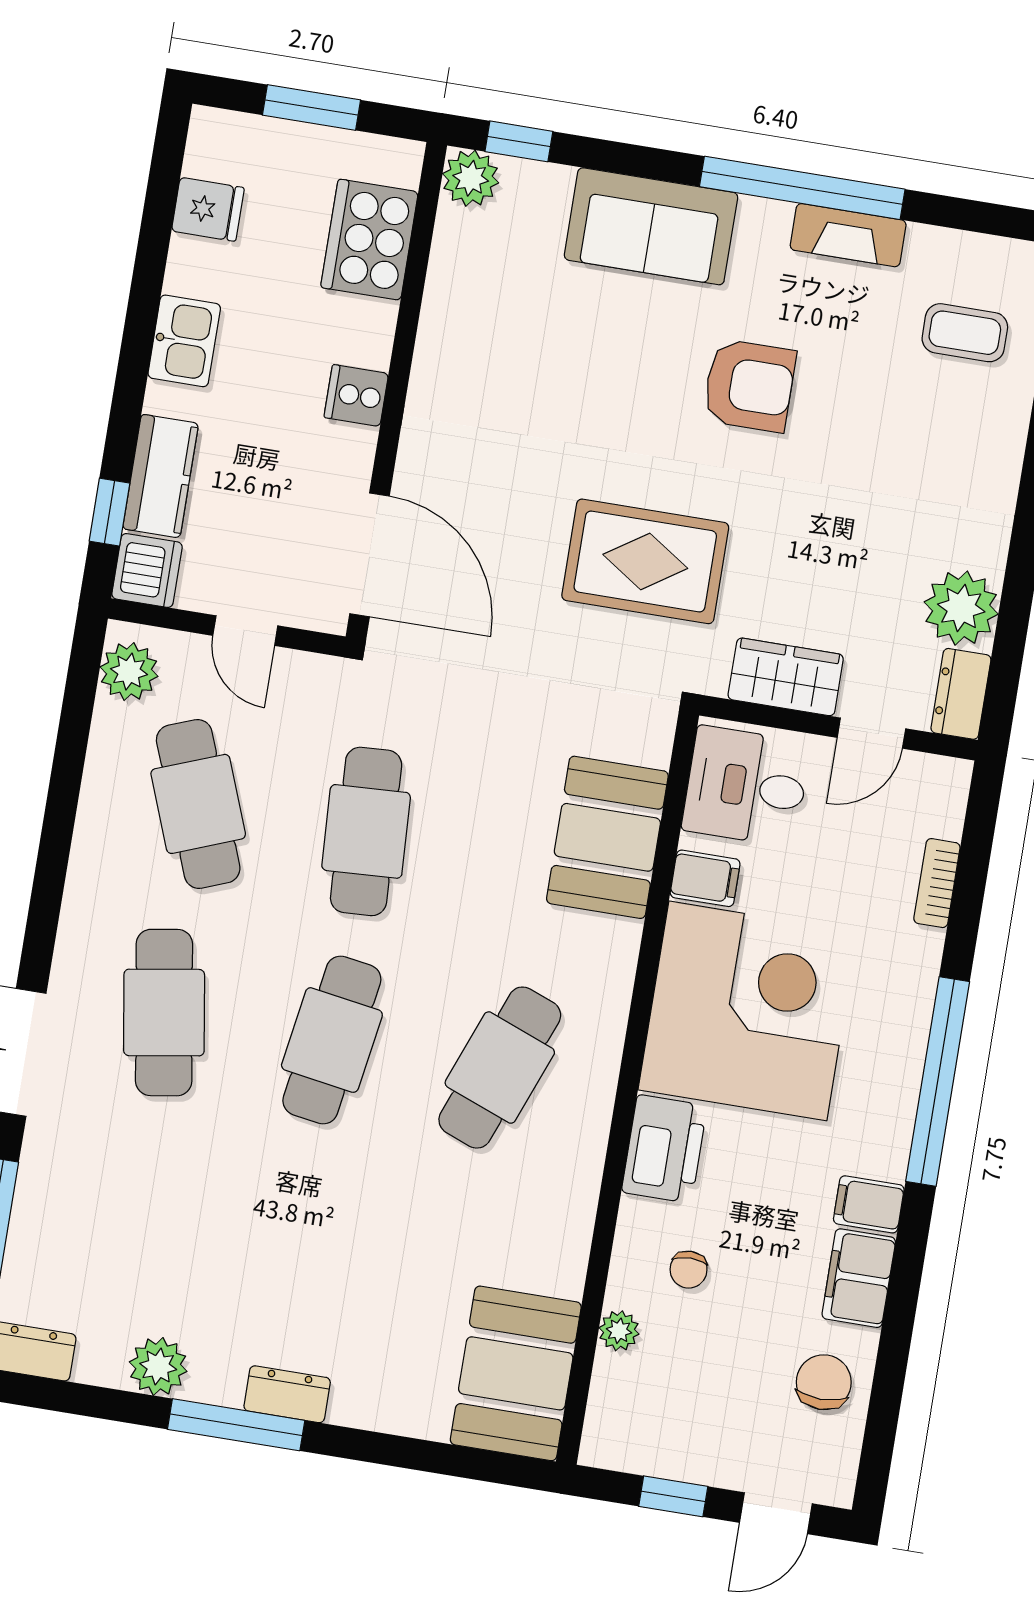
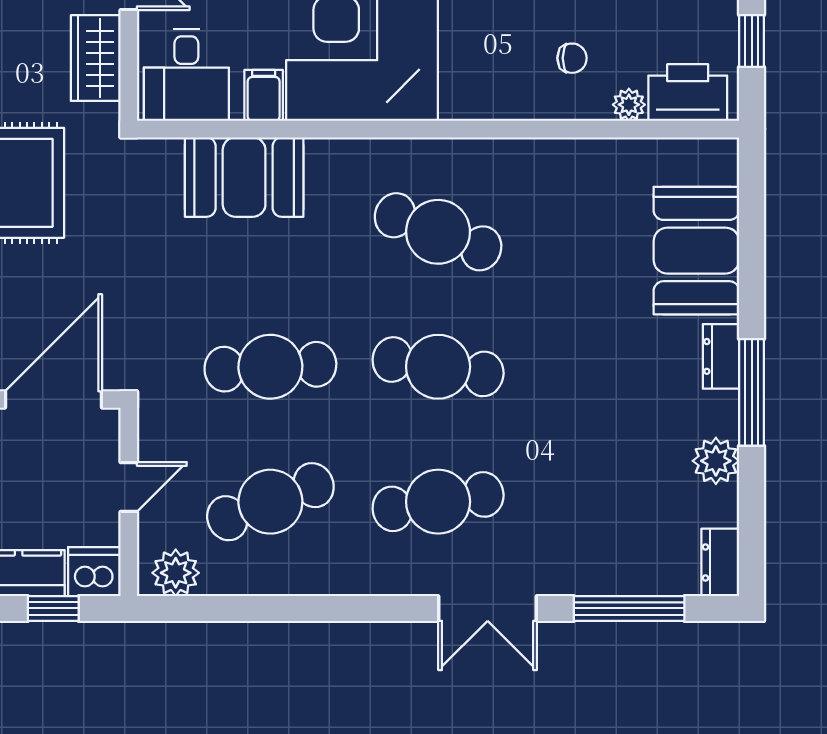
printer: (664, 1149) -> (688, 93), moved
booth: (516, 1373) -> (696, 251), moved, turned 90

